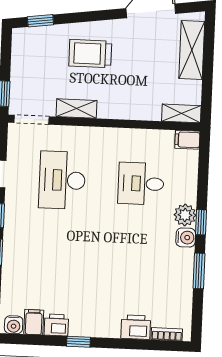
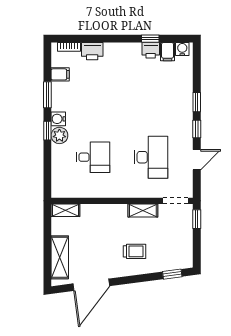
trolley: (90, 54) -> (135, 251), width x0.73, depth x0.72
filing cabinet: (187, 140) -> (60, 74), moved
window: (78, 342) -> (150, 39), moved

